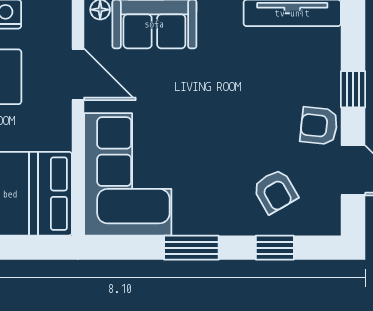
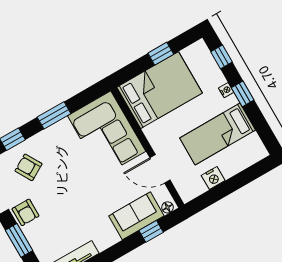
window: (353, 89) -> (19, 240), width x1.50
armchair: (319, 126) -> (25, 212), turned 84

